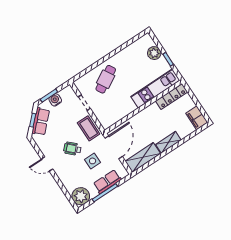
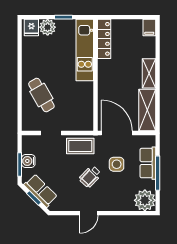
fridge: (147, 42) -> (31, 27), added
filing cabinet: (197, 118) -> (149, 27), width x0.50

